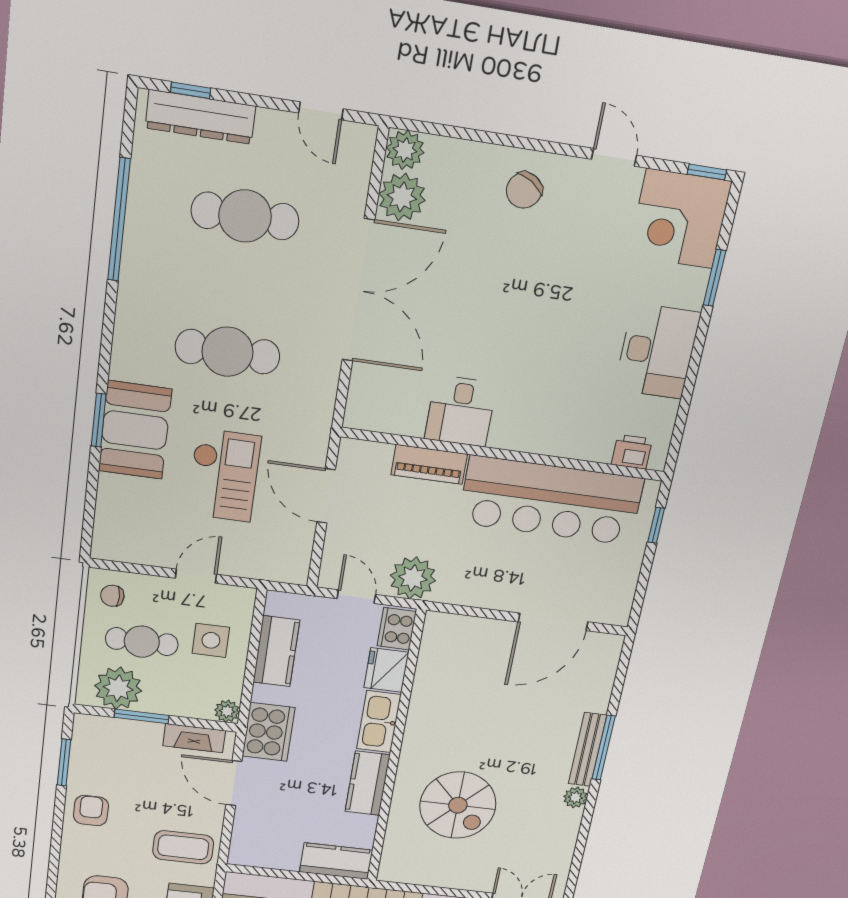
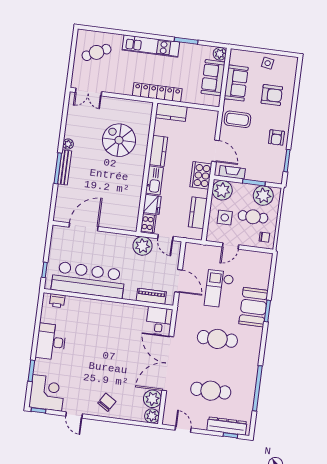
desk: (461, 411) -> (159, 321), moved
piano: (429, 464) -> (151, 296), moved
plant: (227, 711) -> (222, 190), width x1.88, depth x1.88

